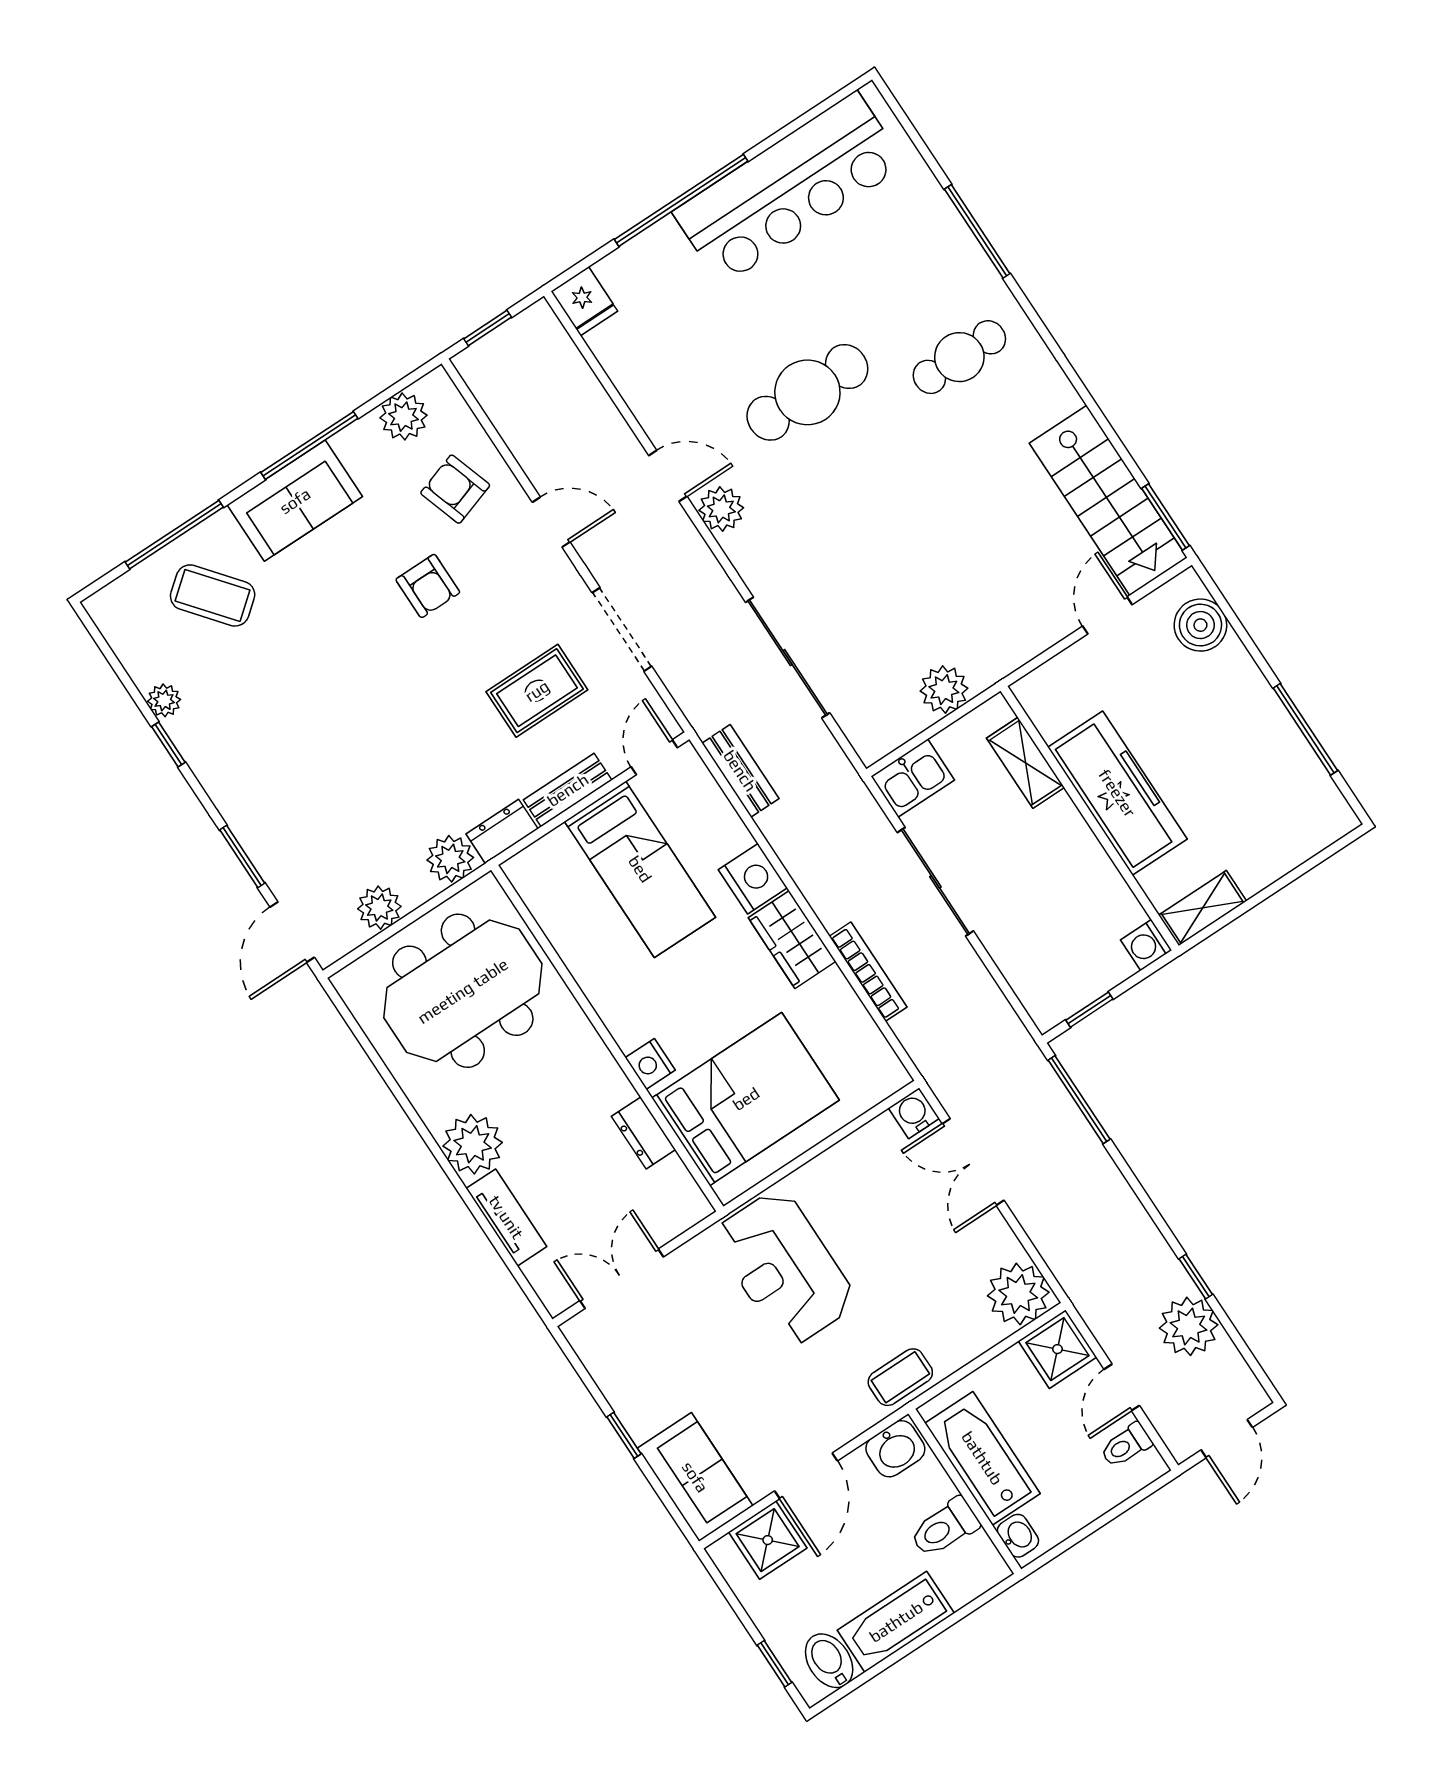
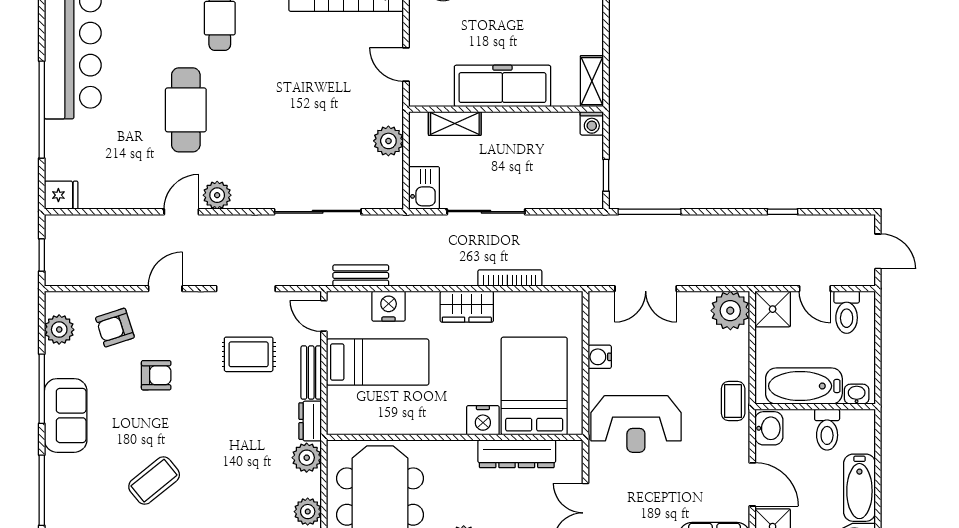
coffee table: (213, 595) -> (154, 481), moved
door: (1107, 615) -> (406, 64), moved
rug: (537, 691) -> (249, 354), turned 90
nightstand: (753, 879) -> (389, 306), moved
nightstand: (650, 1064) -> (483, 420), width x1.36, depth x1.33
water cooler: (914, 1113) -> (600, 357), moved
dresser: (643, 1133) -> (517, 454), width x1.96, depth x1.24
plant: (1189, 1326) -> (806, 233), removed
toilet: (1126, 1445) -> (847, 312), width x1.37, depth x1.39

